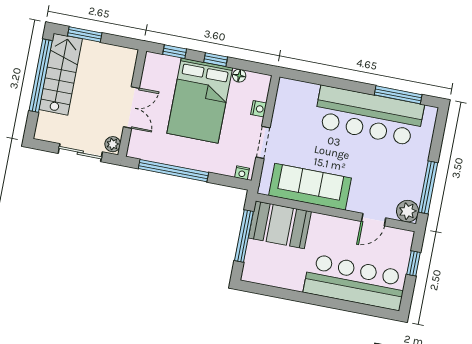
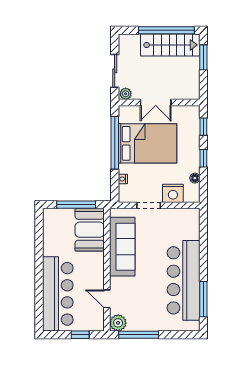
bed: (200, 101) -> (147, 143), moved, turned 180
nightstand: (259, 109) -> (173, 193), width x1.89, depth x1.79
nightstand: (242, 173) -> (123, 179), moved

